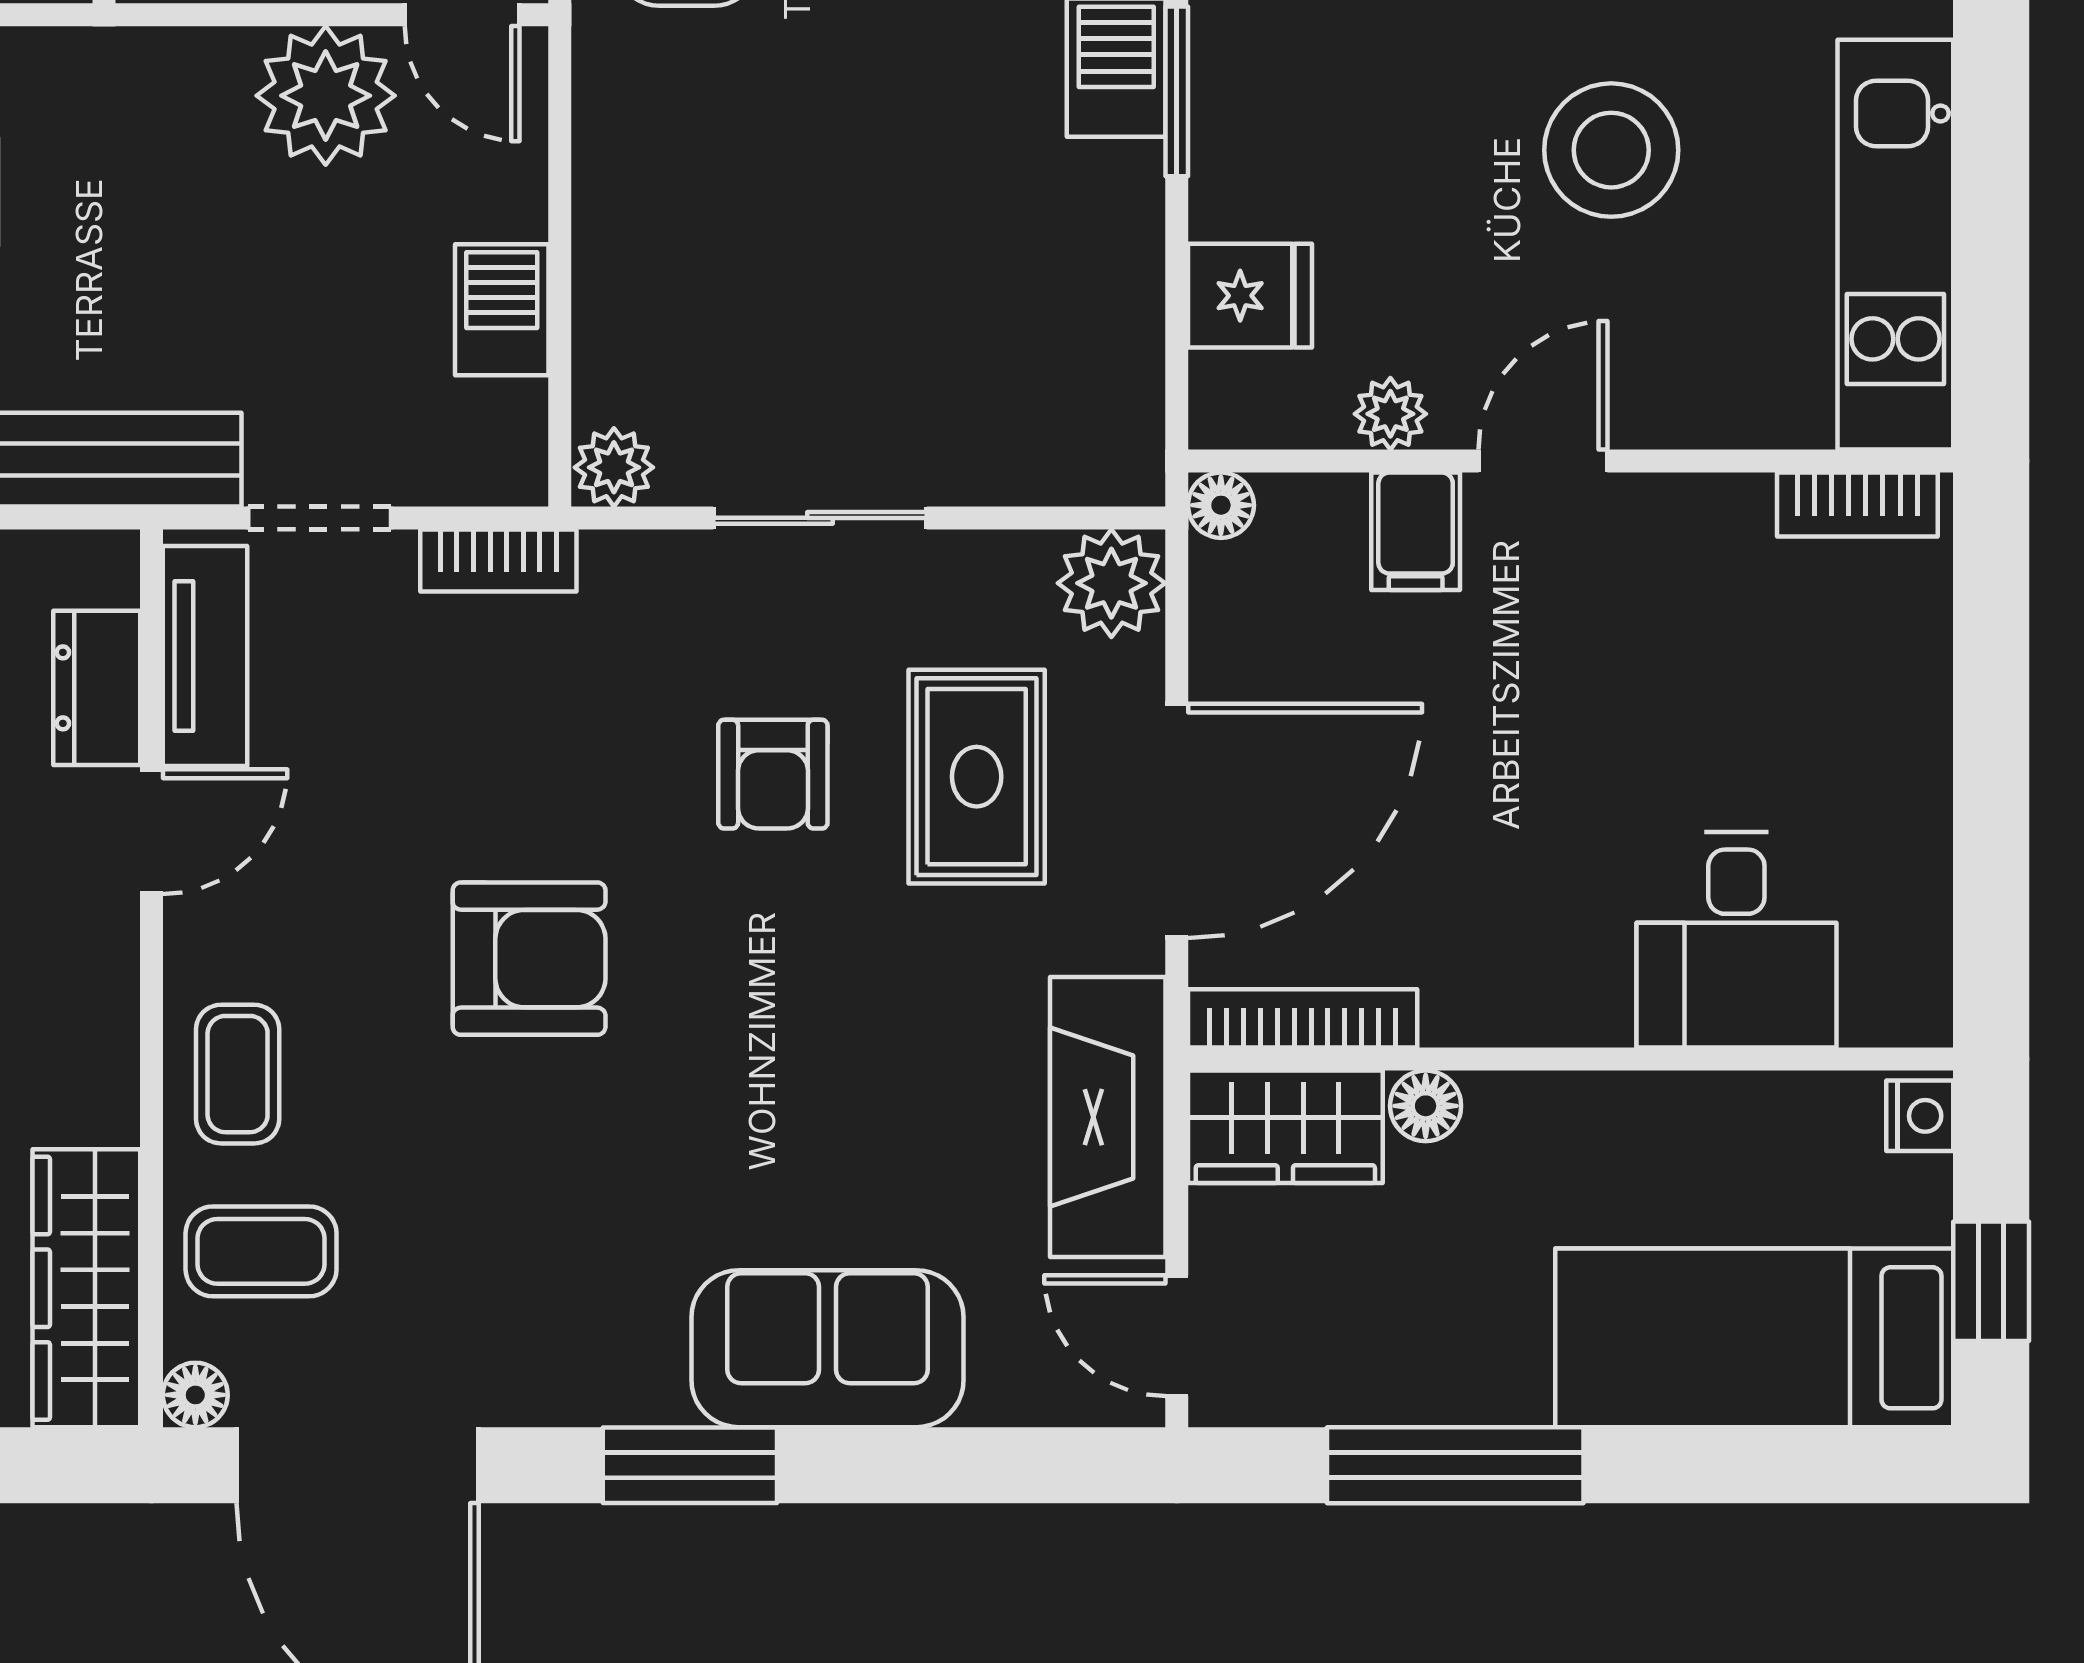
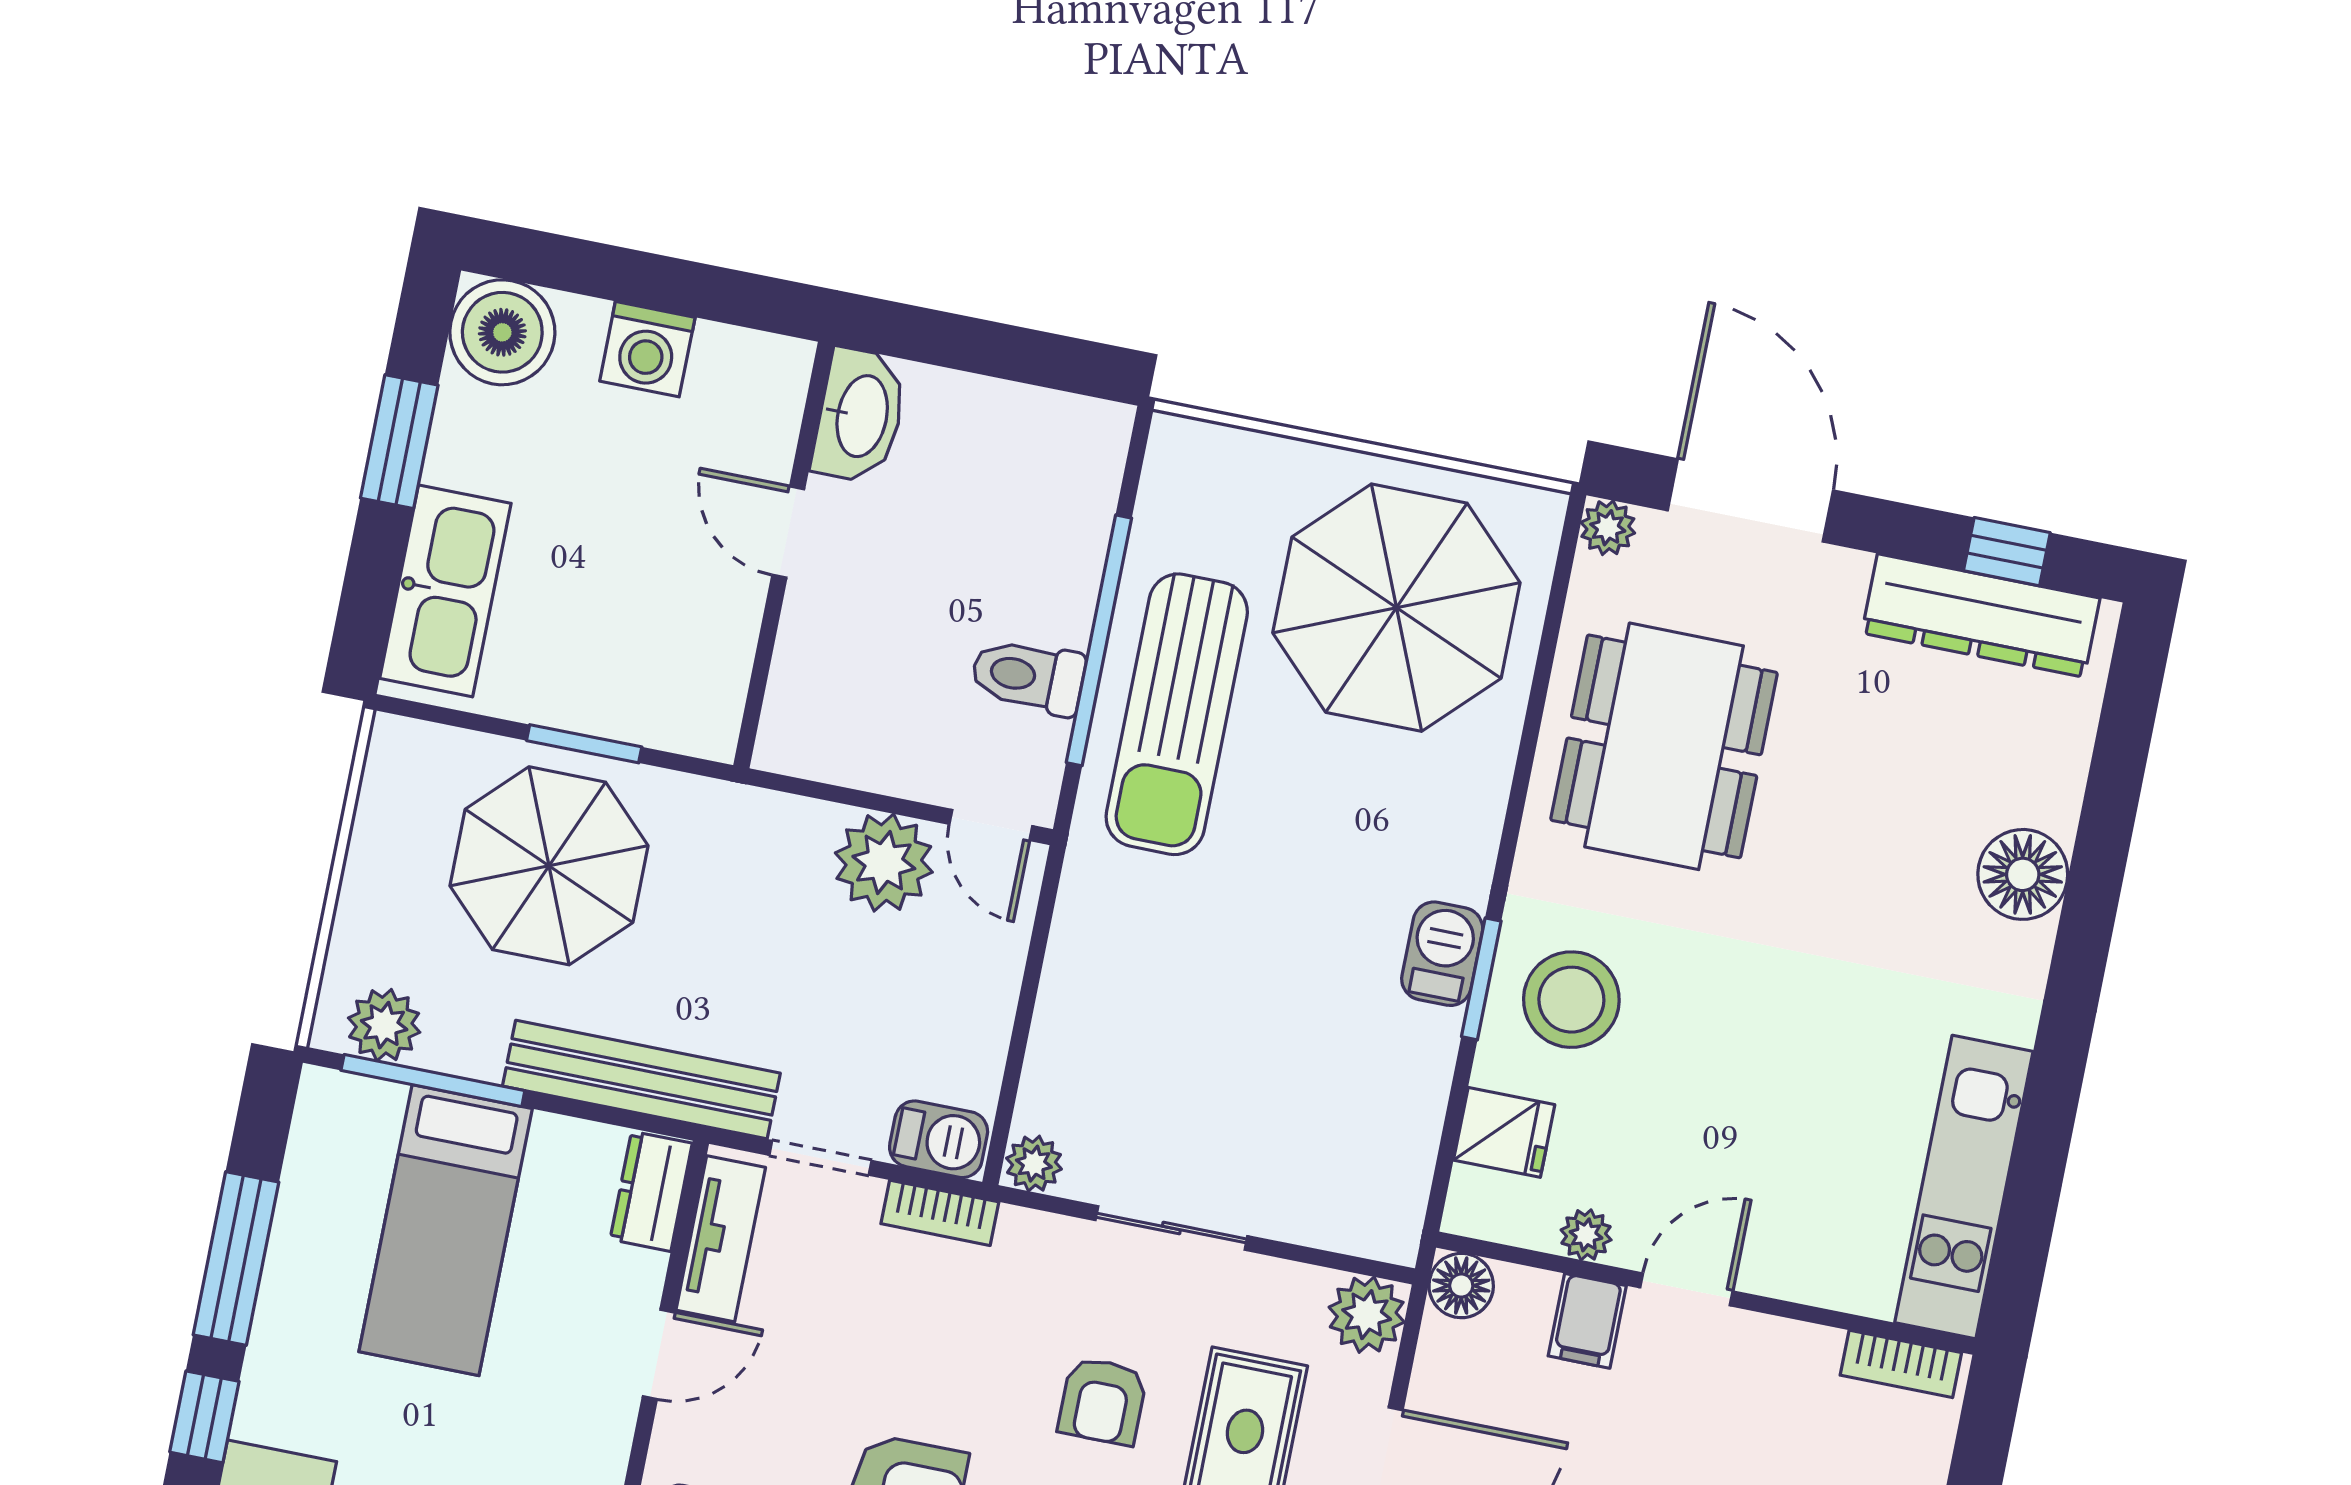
stool: (1611, 150) -> (1571, 1000), moved
barbecue: (502, 310) -> (939, 1139), moved, turned 90
floor lamp: (1221, 505) -> (1461, 1286), width x1.37, depth x1.37
dresser: (97, 688) -> (651, 1191), moved

